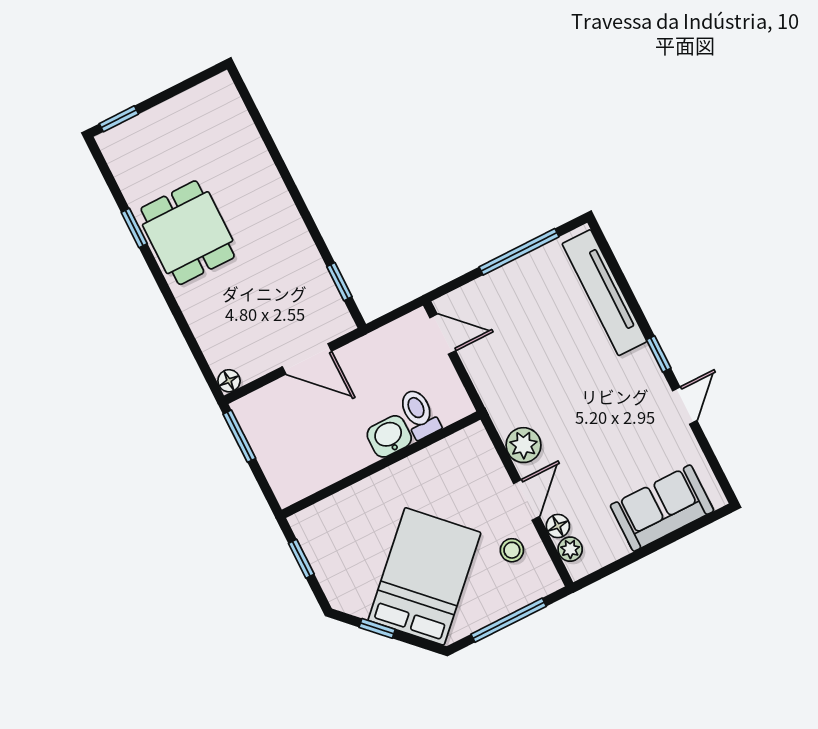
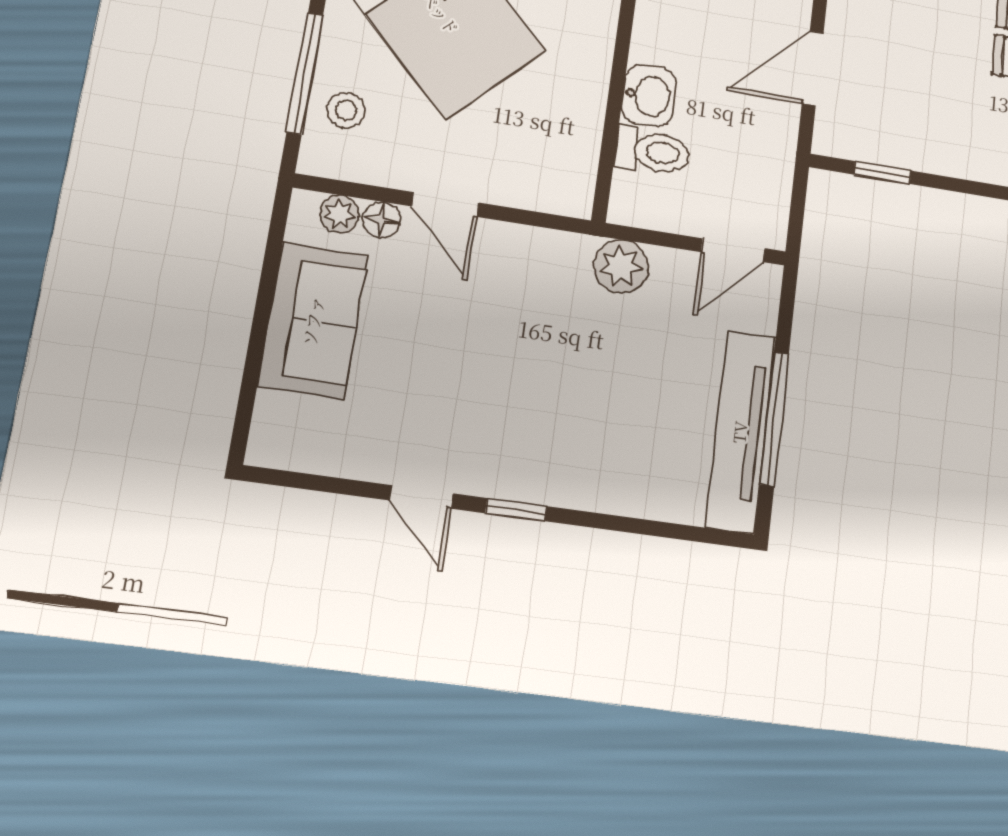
tv unit: (604, 293) -> (740, 432), moved, turned -90
plant: (524, 445) -> (621, 266), moved
sofa: (662, 508) -> (313, 321), moved
stool: (512, 550) -> (346, 110), moved

